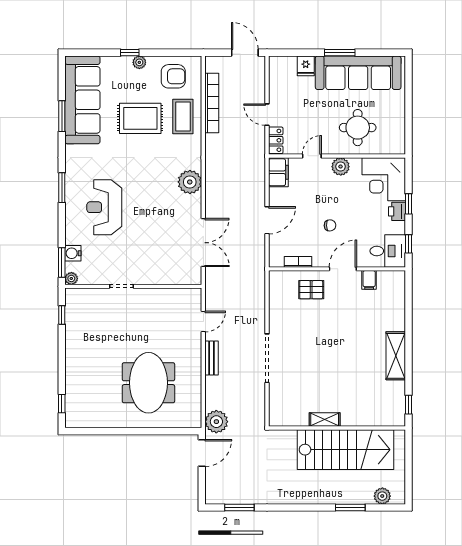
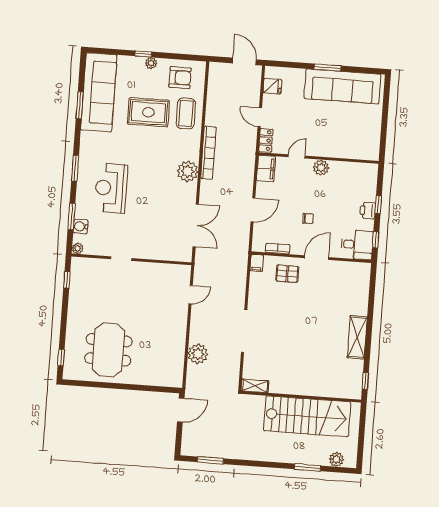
fridge: (306, 66) -> (272, 86), moved, turned -90
bookcase: (212, 103) -> (208, 153), moved
round table: (358, 128) -> (339, 134), removed
corner desk: (384, 179) -> (358, 181), removed
window: (62, 263) -> (71, 216), moved
filing cabinet: (369, 280) -> (257, 263), moved
bench: (211, 358) -> (195, 327), removed
meeting table: (148, 383) -> (108, 350), moved
shelving: (325, 420) -> (255, 386), moved
plant: (216, 422) -> (198, 354), moved

